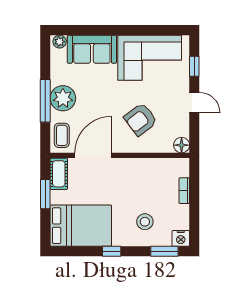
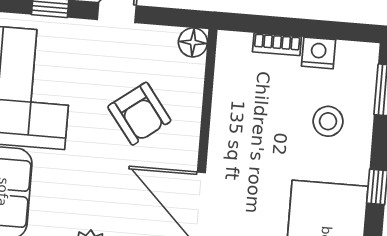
nightstand: (181, 238) -> (318, 53), moved, turned -90

